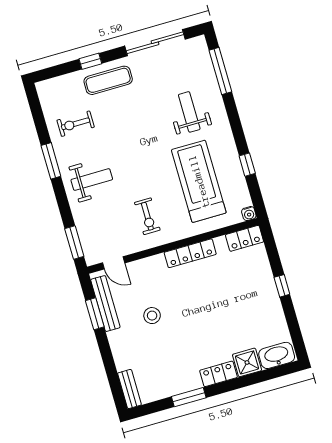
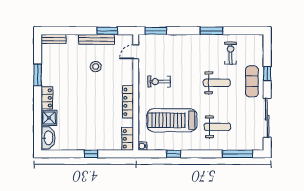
weight bench: (92, 180) -> (217, 83), moved, turned -90
treadmill: (199, 181) -> (172, 120), turned 180
bench: (105, 304) -> (97, 39), moved

